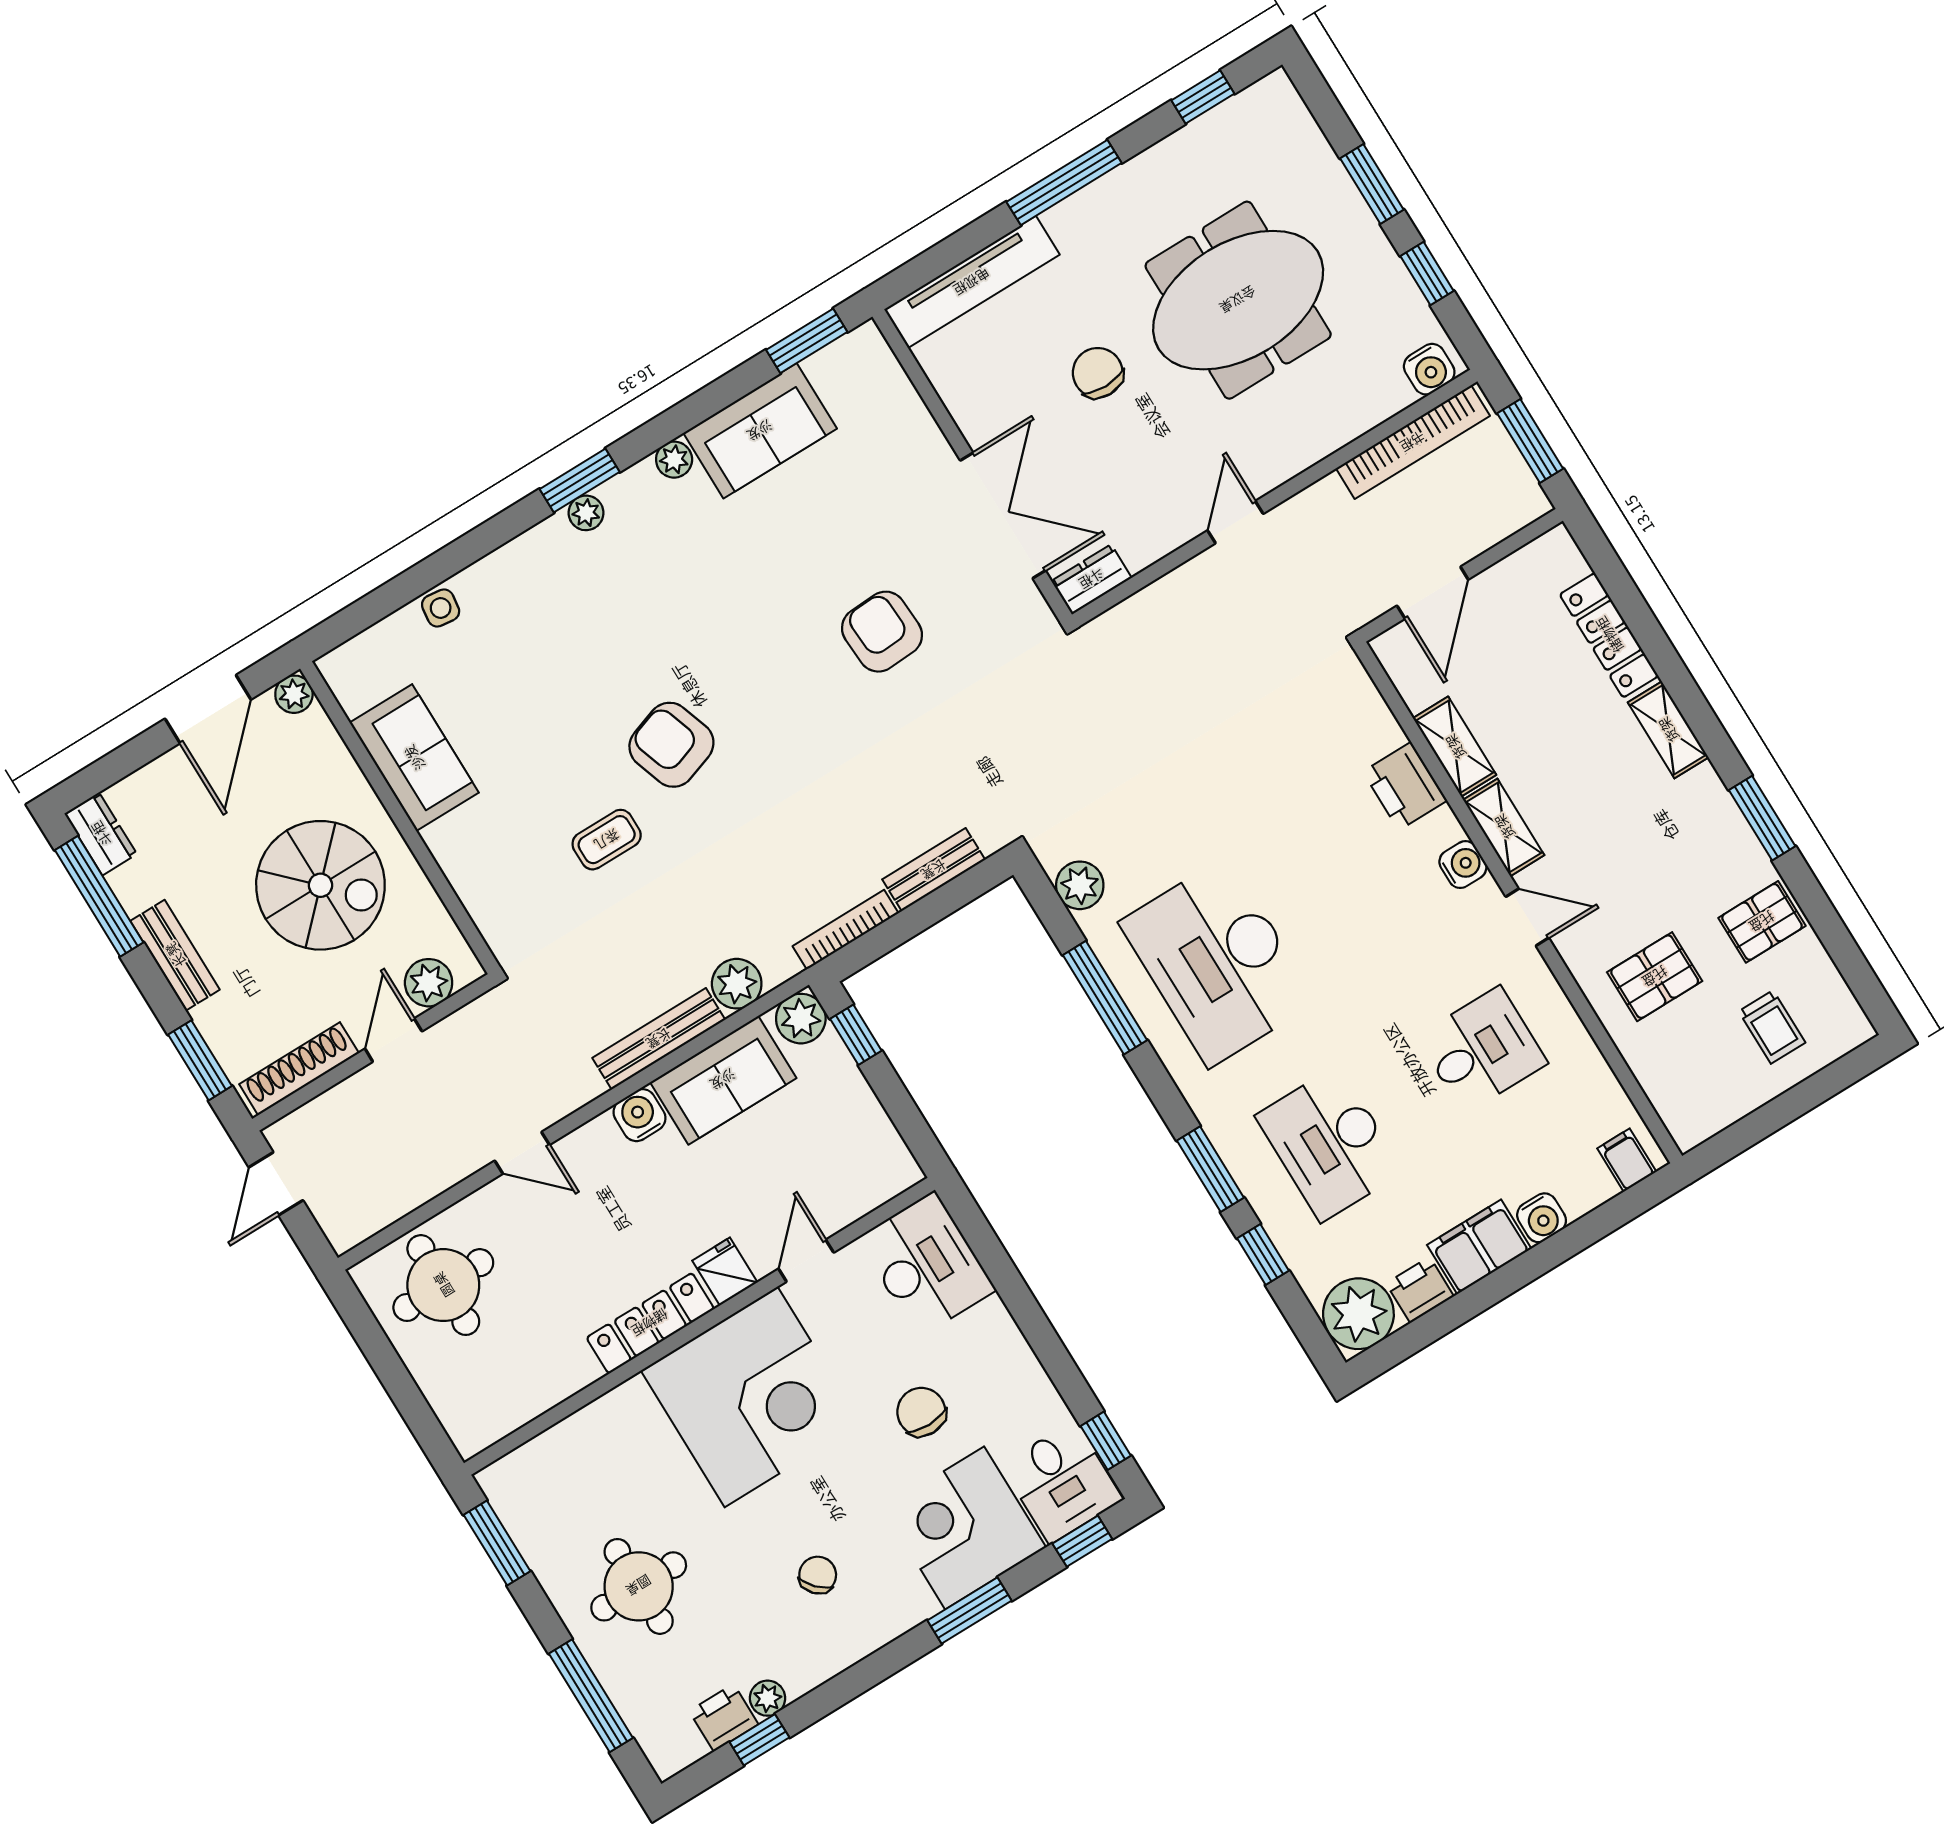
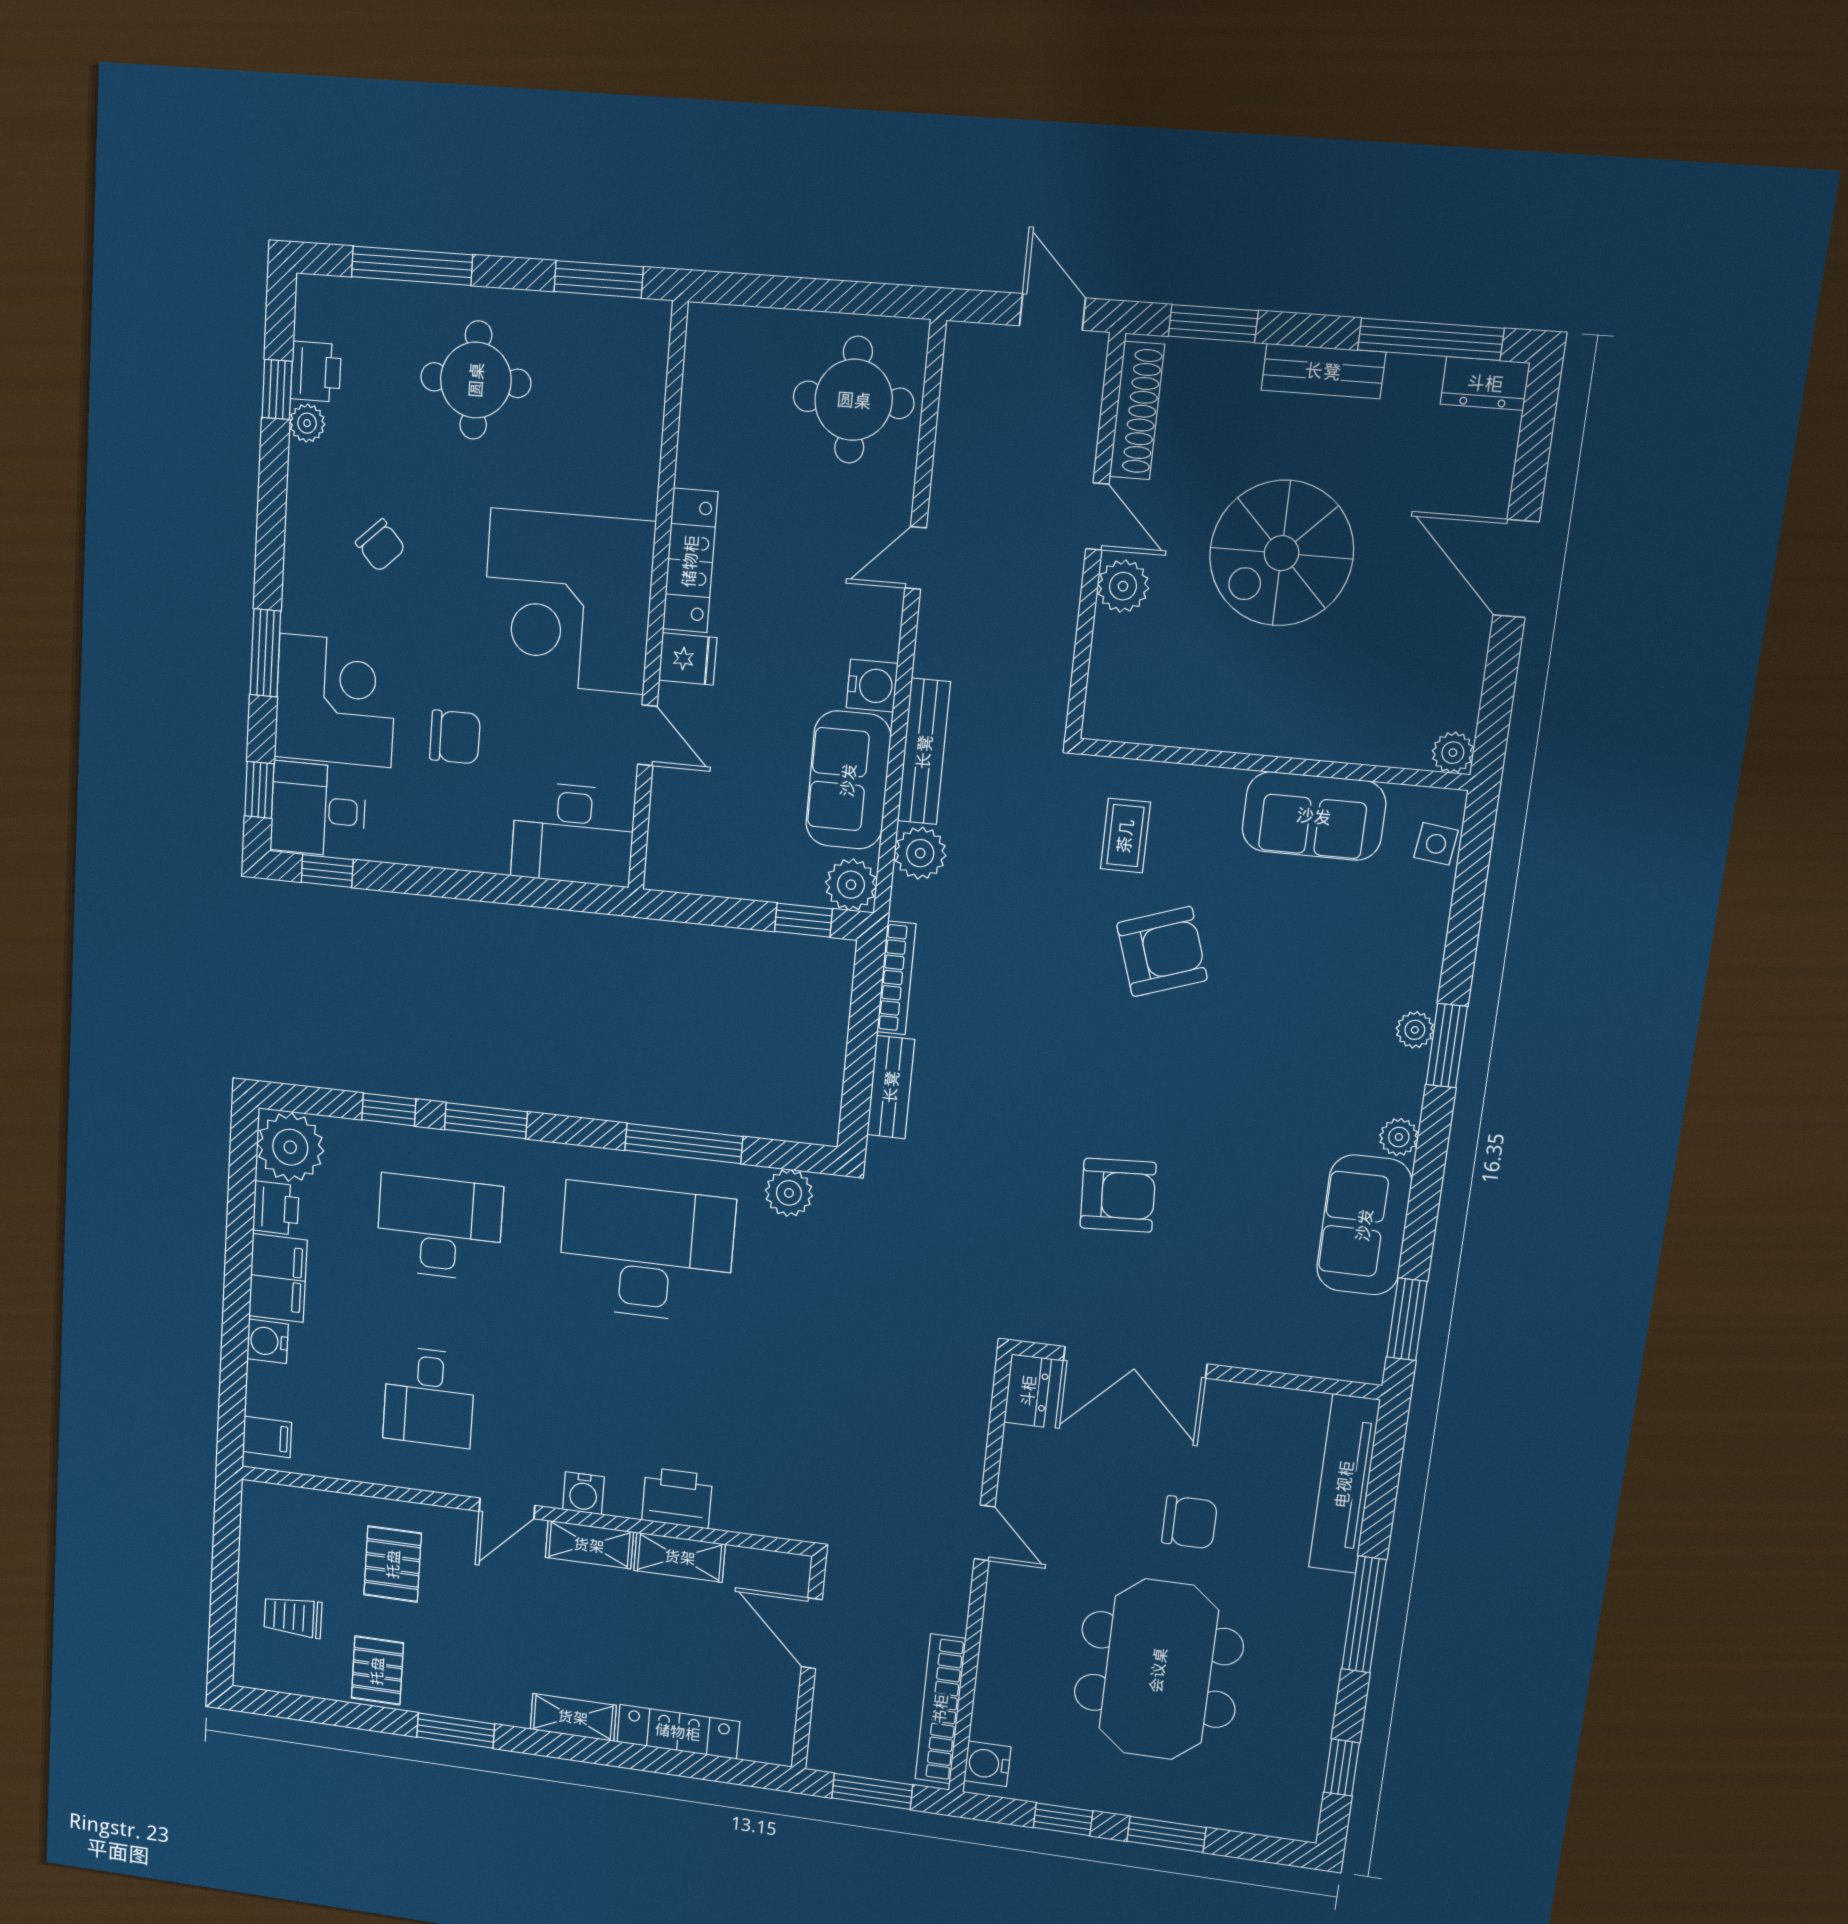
plant: (294, 694) -> (1453, 753), moved
sofa: (414, 758) -> (1314, 816), moved
wall: (400, 818) -> (1273, 764), moved

